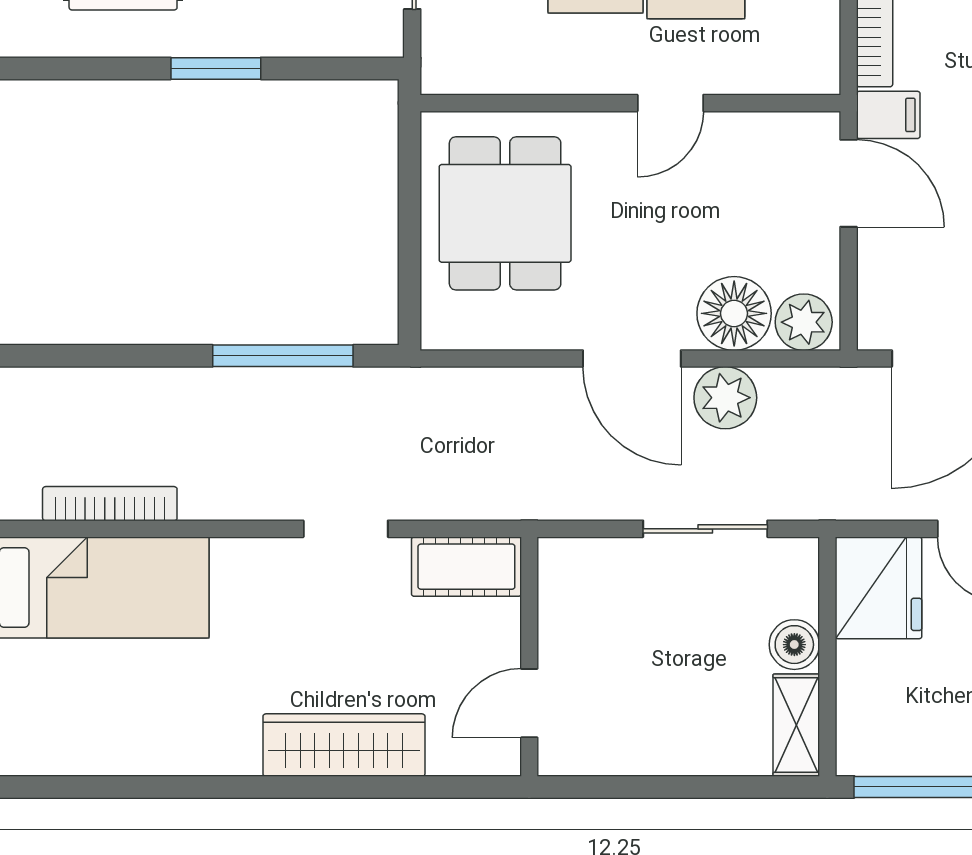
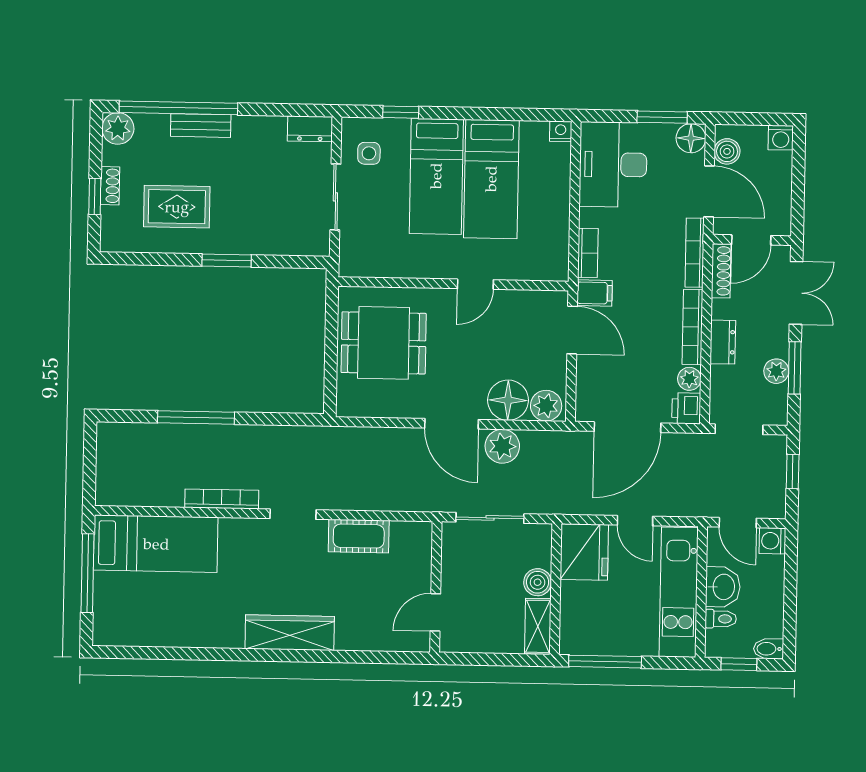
dining table: (505, 213) -> (384, 343), turned 90
window: (283, 356) -> (196, 417), moved
bookcase: (110, 504) -> (222, 499), moved
wall: (529, 657) -> (436, 587), moved
door: (529, 703) -> (435, 612), moved

